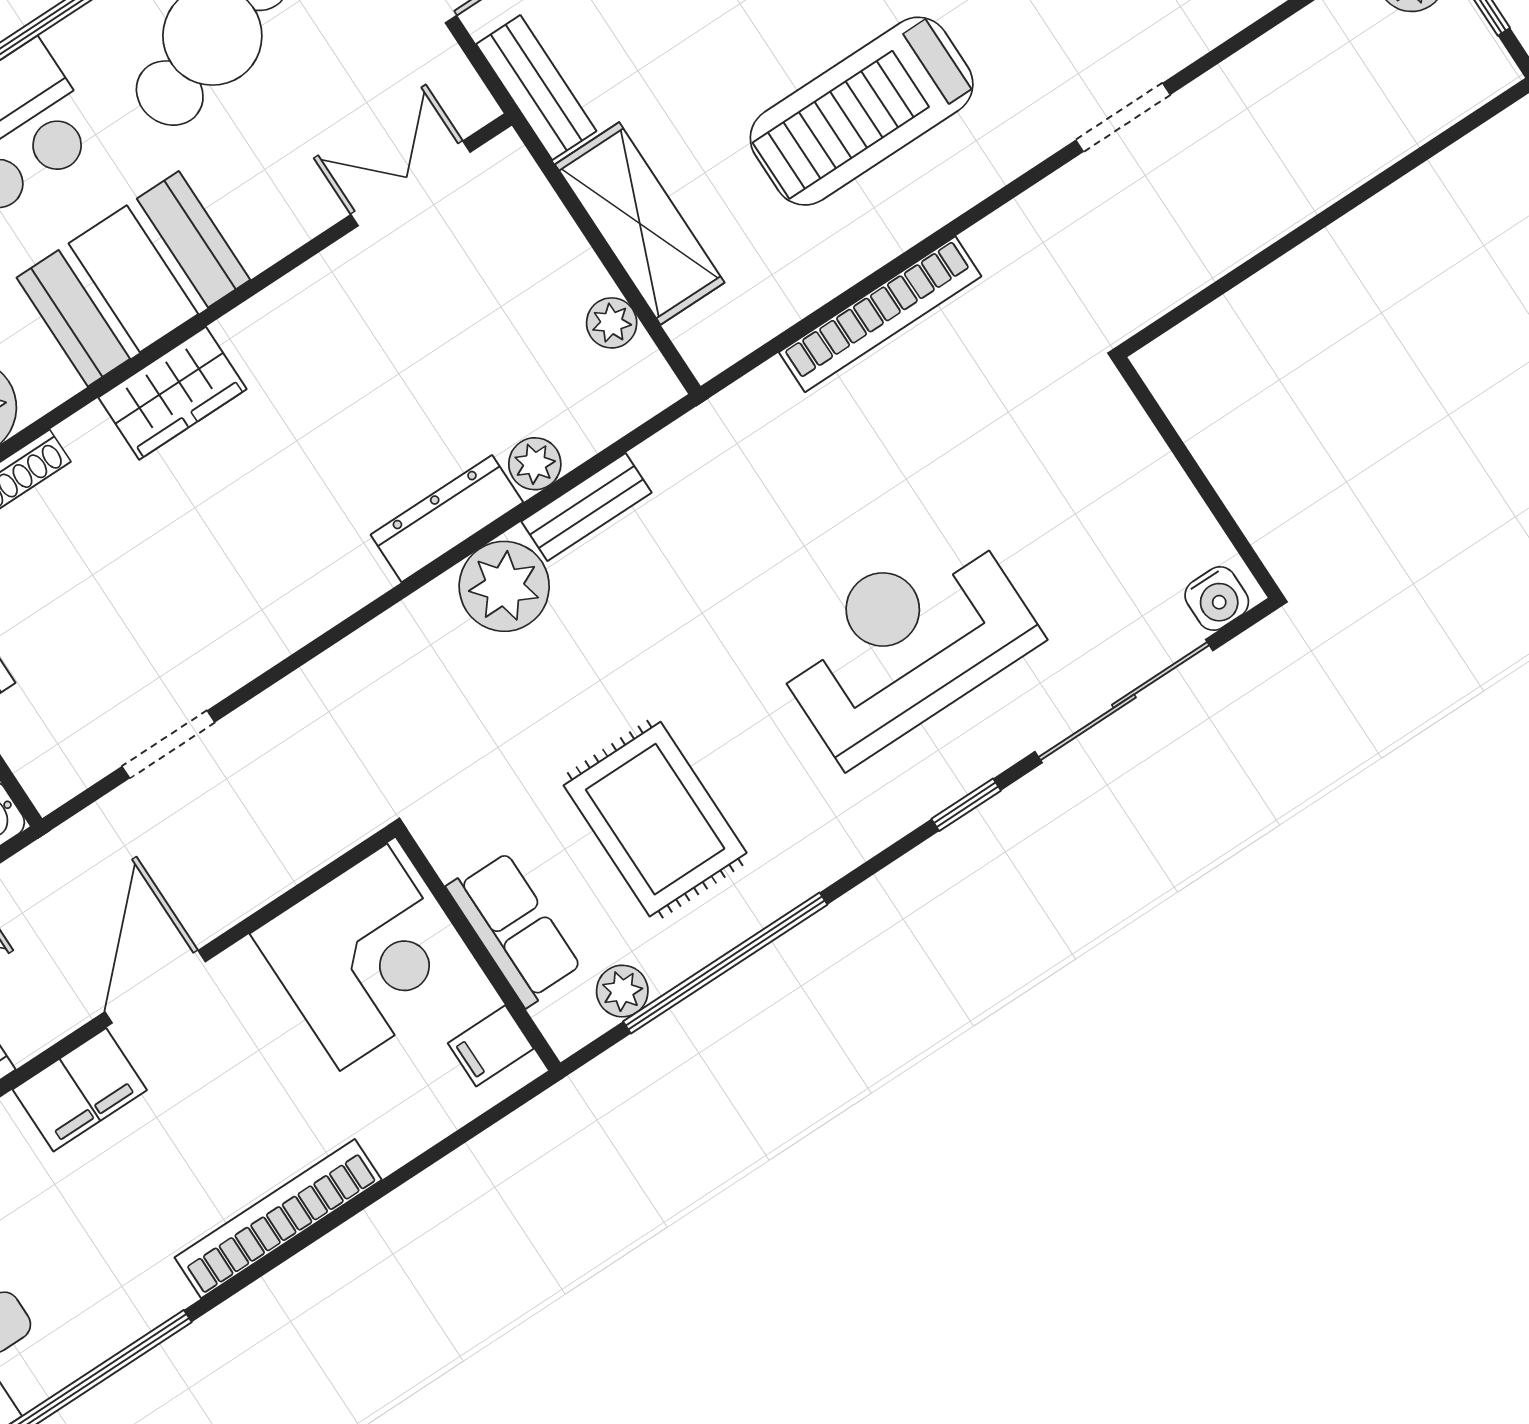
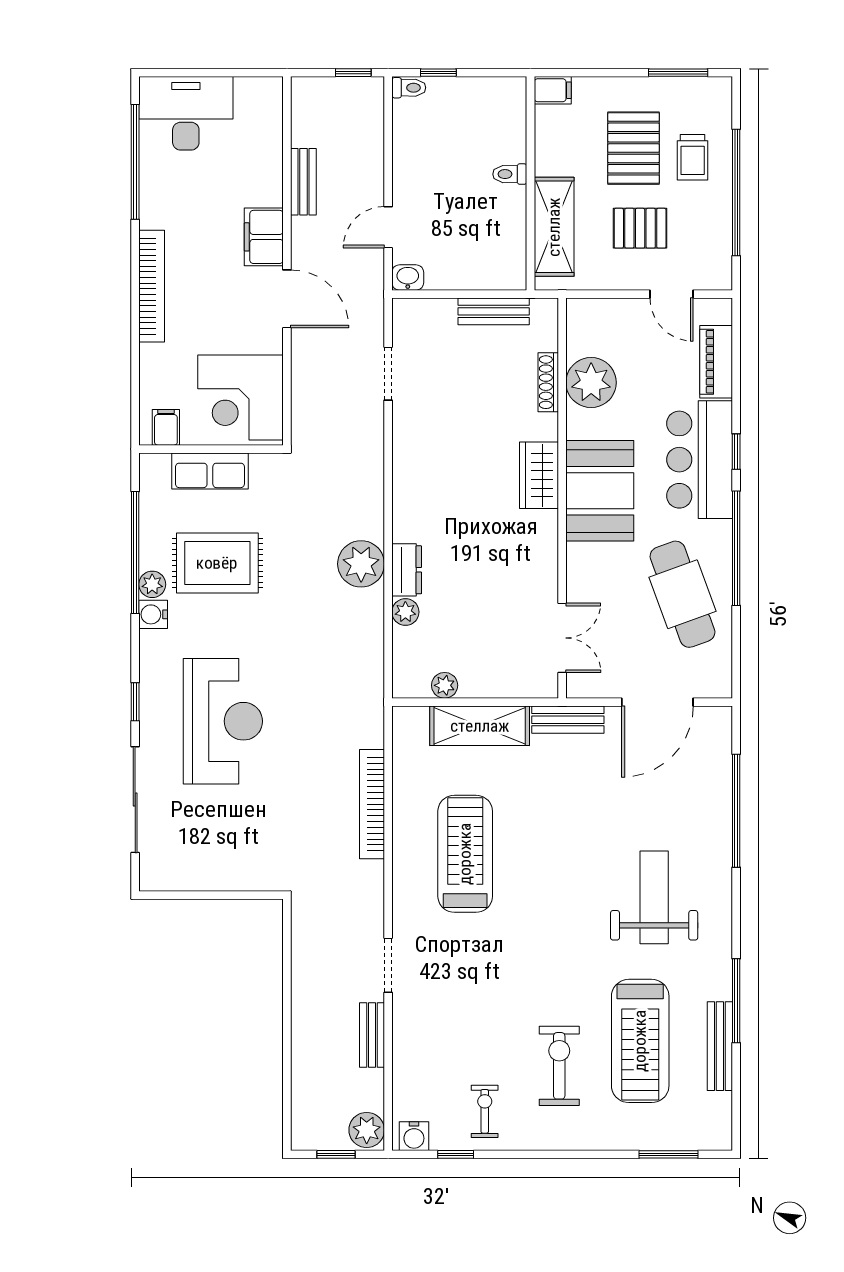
bench: (586, 507) -> (372, 1035), moved
dresser: (447, 519) -> (407, 570), width x0.70
water cooler: (1217, 599) -> (153, 614), moved
plant: (622, 991) -> (152, 584), moved

